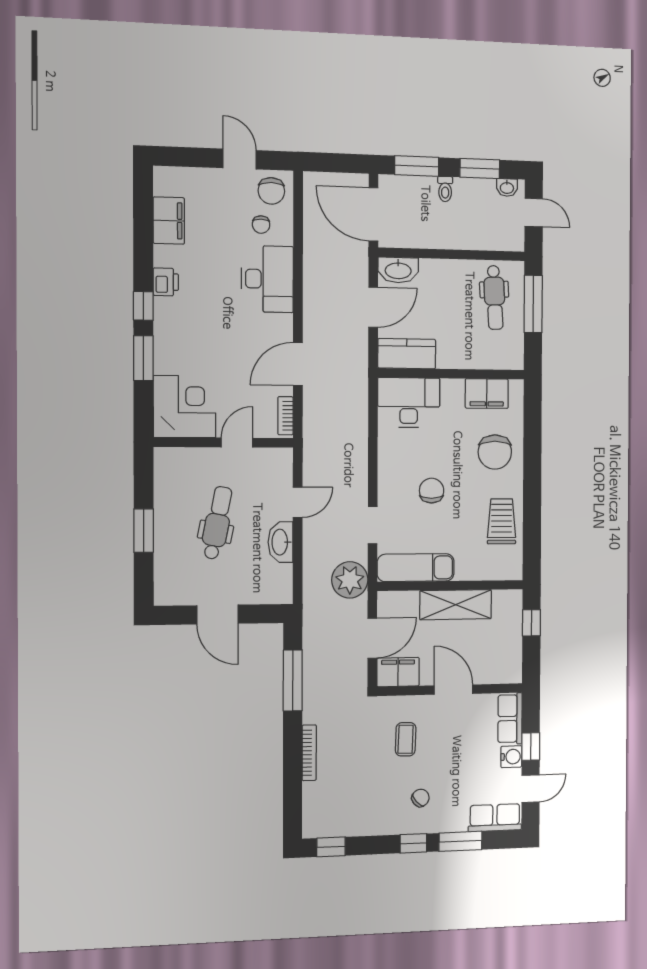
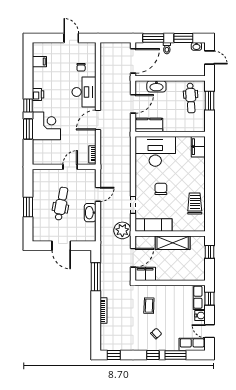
chair: (271, 191) -> (86, 52), removed
door: (373, 214) -> (133, 61), swing flipped
filing cabinet: (169, 221) -> (39, 62), width x0.50
washbasin: (398, 270) -> (156, 86), moved
window: (533, 304) -> (210, 101), width x0.69
door: (298, 364) -> (98, 120), moved
filing cabinet: (487, 394) -> (198, 147), moved, turned 90
desk: (409, 403) -> (155, 151), width x1.36, depth x1.30
corner desk: (185, 407) -> (46, 126), moved
chair: (495, 452) -> (191, 171), removed
door: (453, 690) -> (172, 283), removed
window: (531, 746) -> (210, 299), moved
door: (531, 789) -> (210, 331), swing flipped

